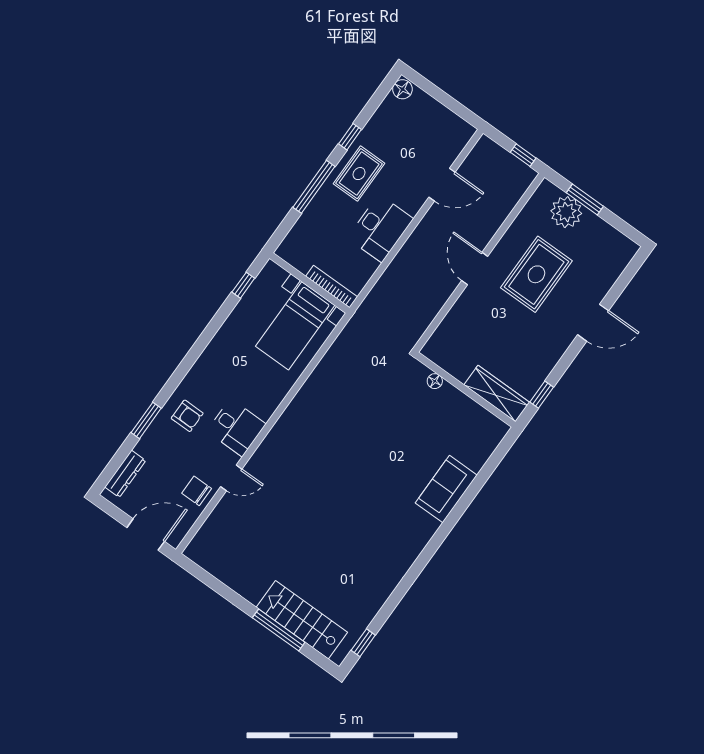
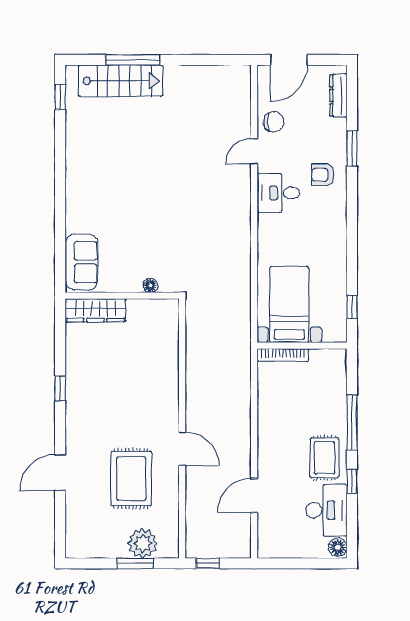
desk: (380, 228) -> (326, 510), moved, turned 180
floor lamp: (435, 381) -> (150, 285), moved
wall: (465, 390) -> (122, 296), moved
wardrobe: (497, 394) -> (95, 310), moved

